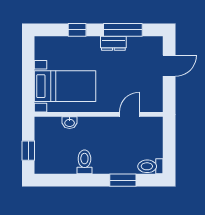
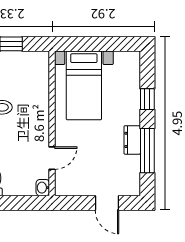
door: (129, 114) -> (52, 158), hinge flipped
washbasin: (70, 123) -> (43, 188), moved

